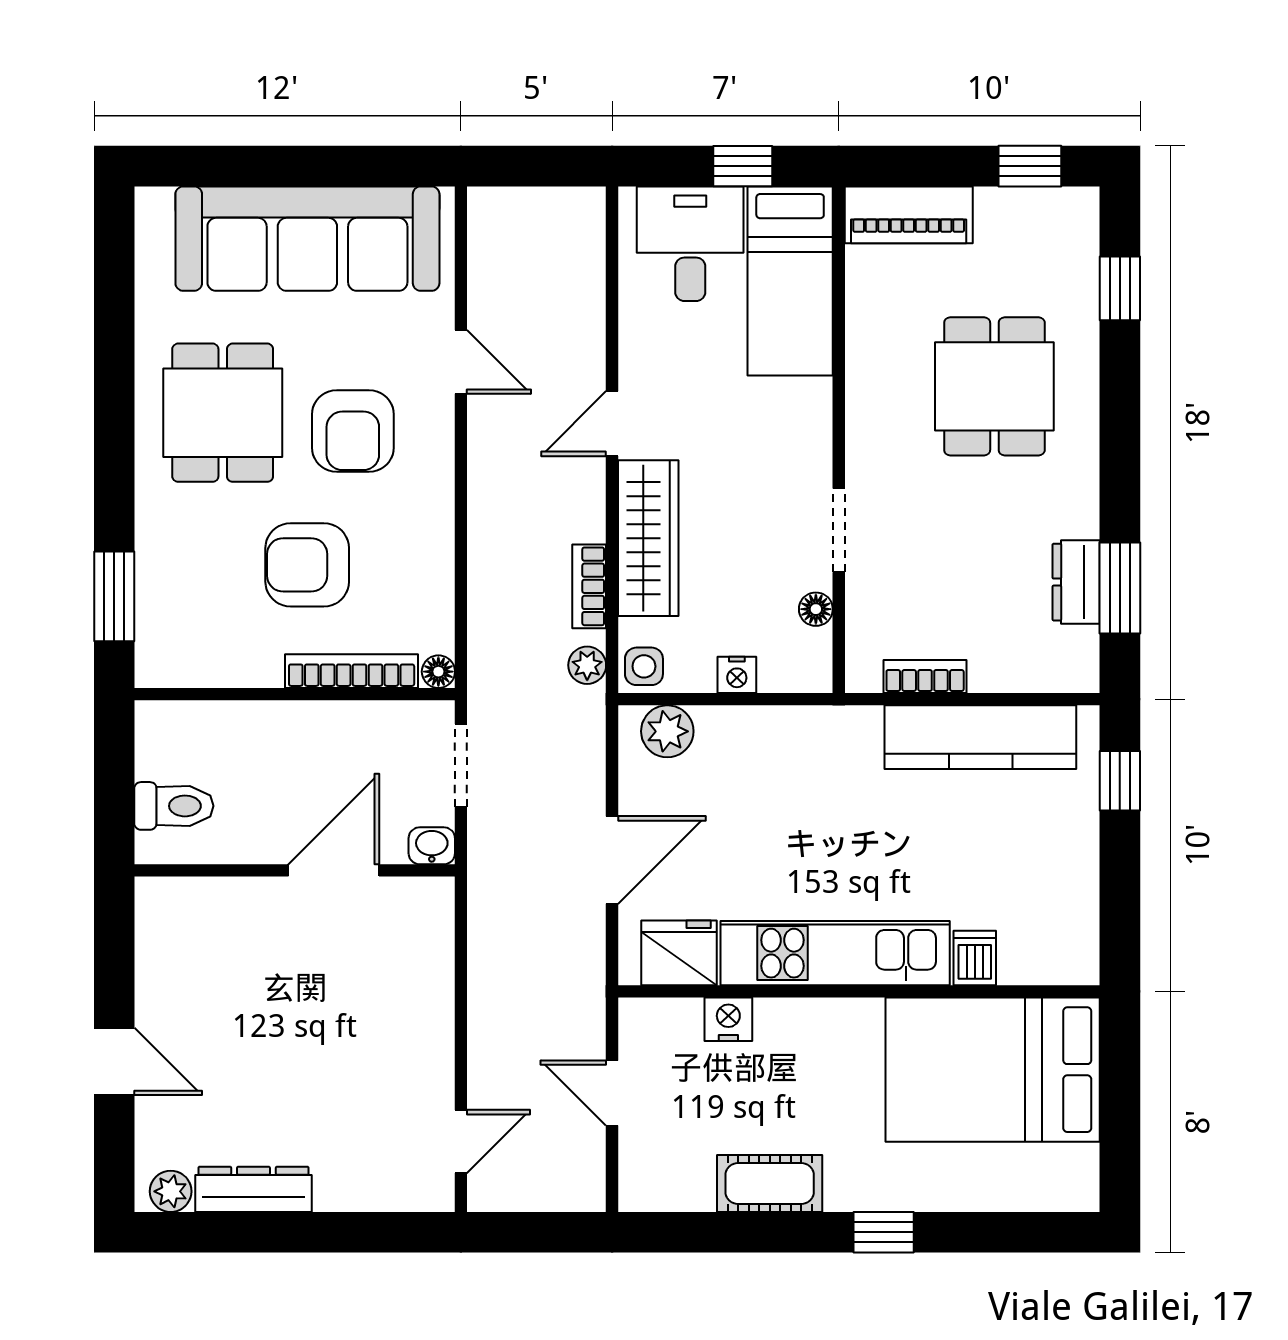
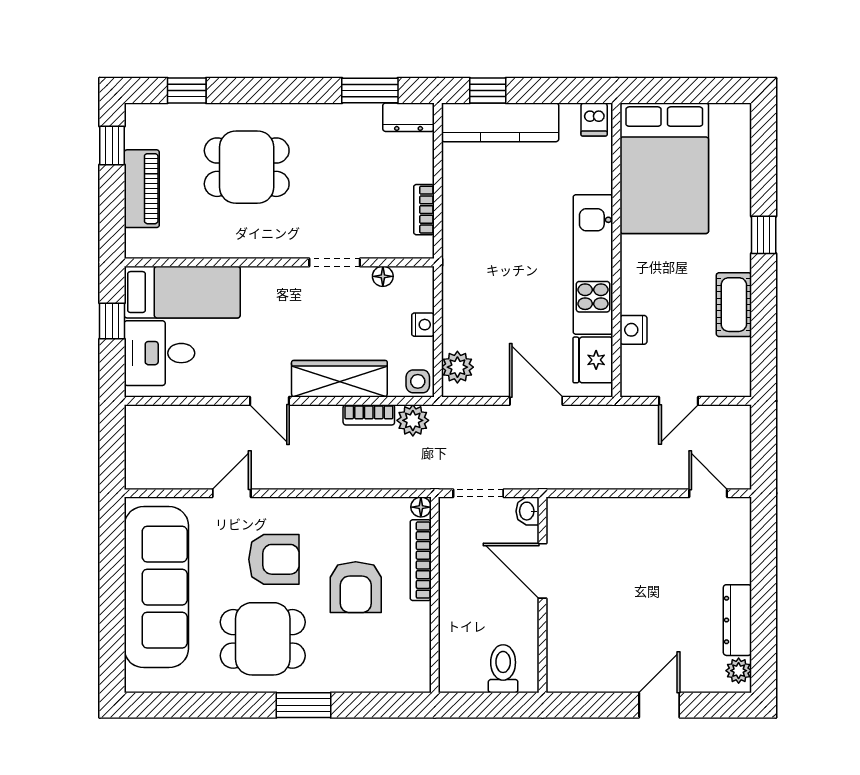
piano: (909, 215) -> (142, 189), moved
dresser: (1076, 582) -> (409, 117), moved
window: (114, 596) -> (304, 705), moved
plant: (587, 665) -> (413, 420), width x1.38, depth x1.38
kitchen counter: (980, 737) -> (500, 122), moved, turned 90
dishwasher: (975, 958) -> (594, 120), moved, turned -90

